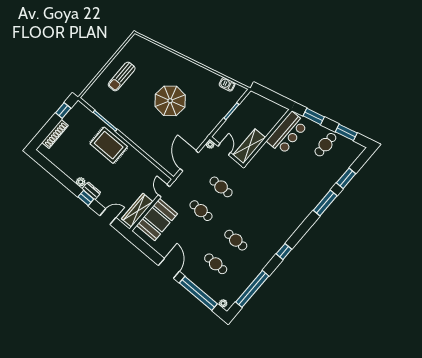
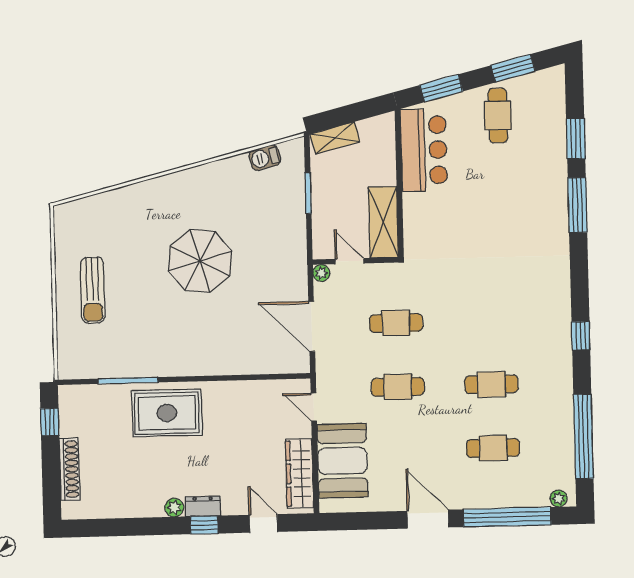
shelving: (259, 100) -> (335, 138), added
door: (108, 217) -> (263, 523), hinge flipped

